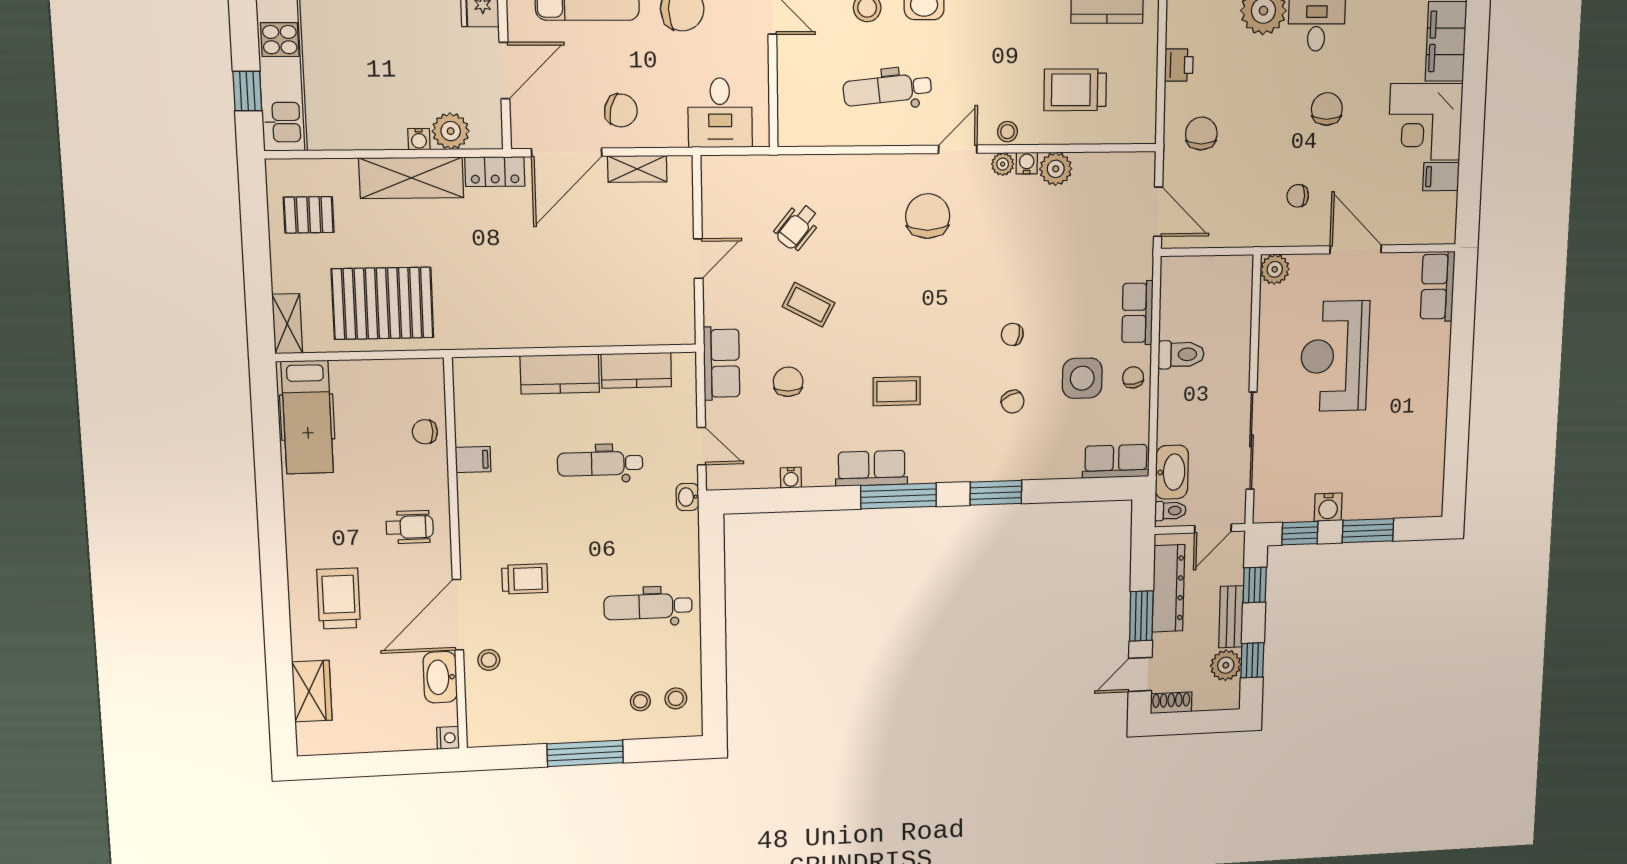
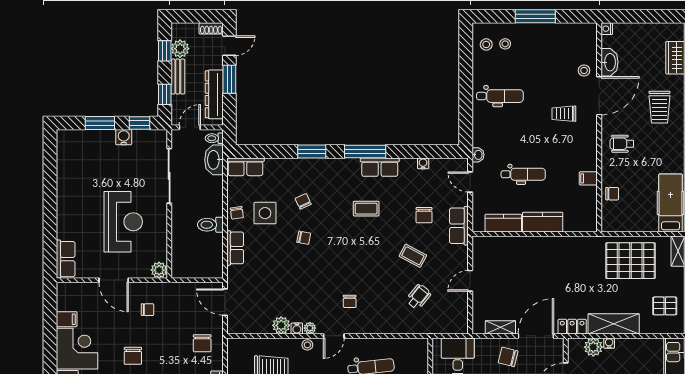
chair: (928, 216) -> (350, 301), width x0.54, depth x0.54

